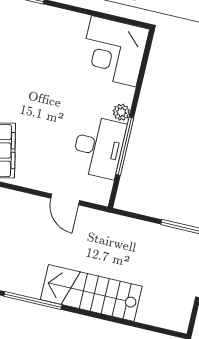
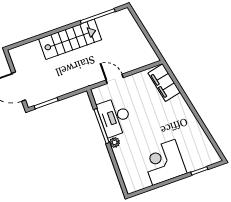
corner desk: (114, 51) -> (164, 162), moved, turned -90

